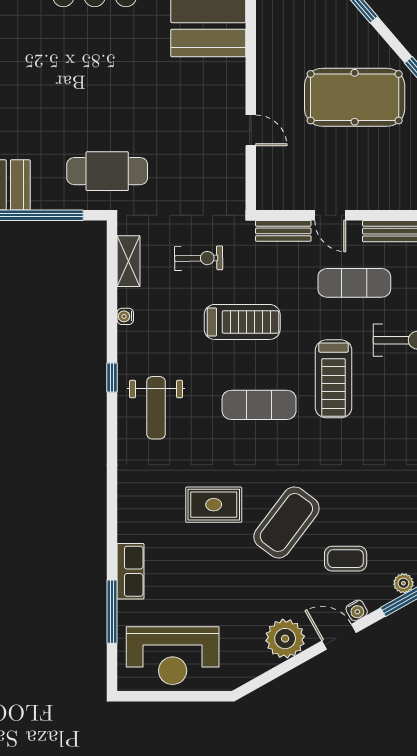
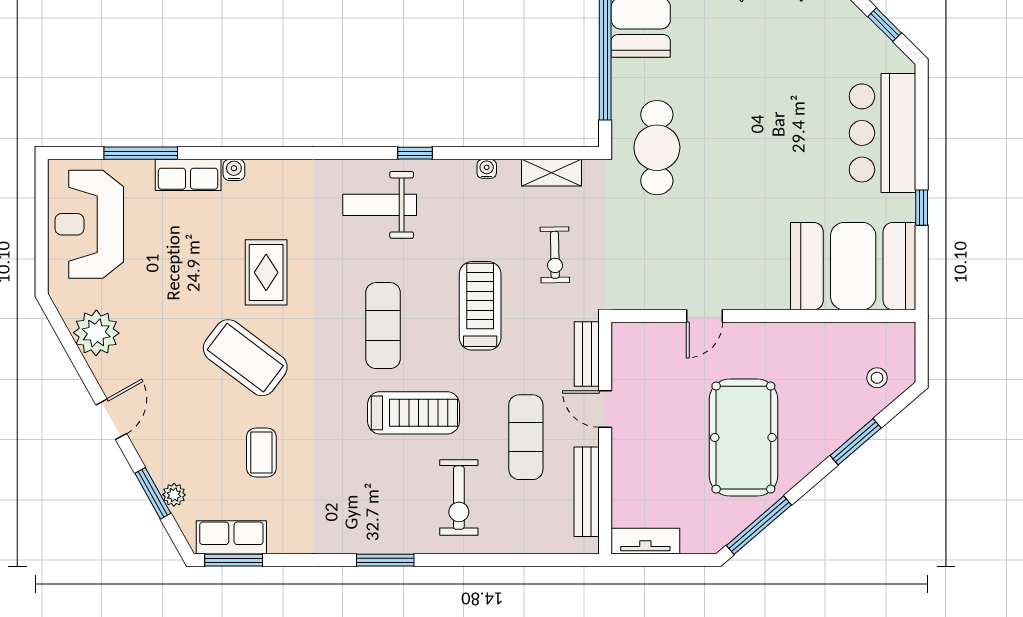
door: (330, 215) -> (605, 409), hinge flipped
treadmill: (242, 322) -> (480, 306), turned 180
treadmill: (334, 379) -> (413, 413), turned 180
coffee table: (346, 559) -> (261, 452), moved
water cooler: (357, 610) -> (234, 170), moved, turned 119
plant: (285, 639) -> (96, 333), moved

